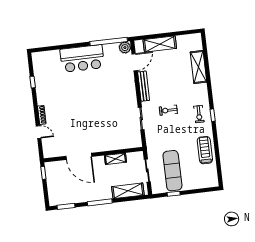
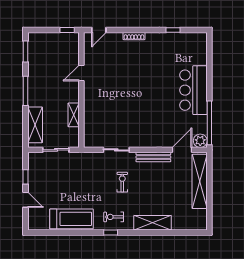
shelving: (160, 44) -> (200, 181), width x1.47
door: (135, 62) -> (182, 150), swing flipped
shelving: (198, 67) -> (153, 223), moved
door: (39, 132) -> (99, 30), moved
treadmill: (205, 150) -> (71, 219), width x1.37, depth x1.38
door: (79, 156) -> (81, 73), width x0.53
exercise mat: (172, 171) -> (52, 179), removed
door: (193, 191) -> (26, 200), added

